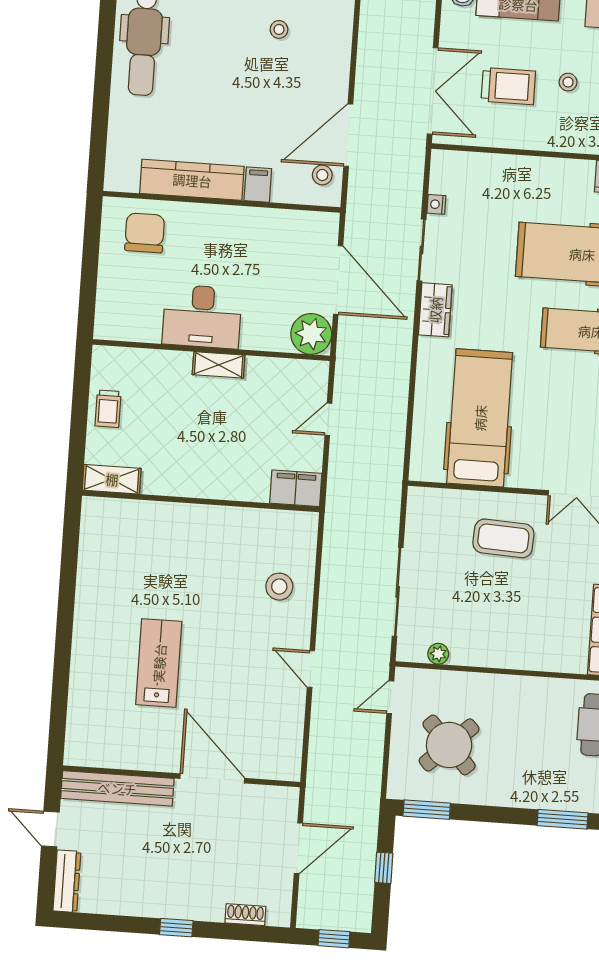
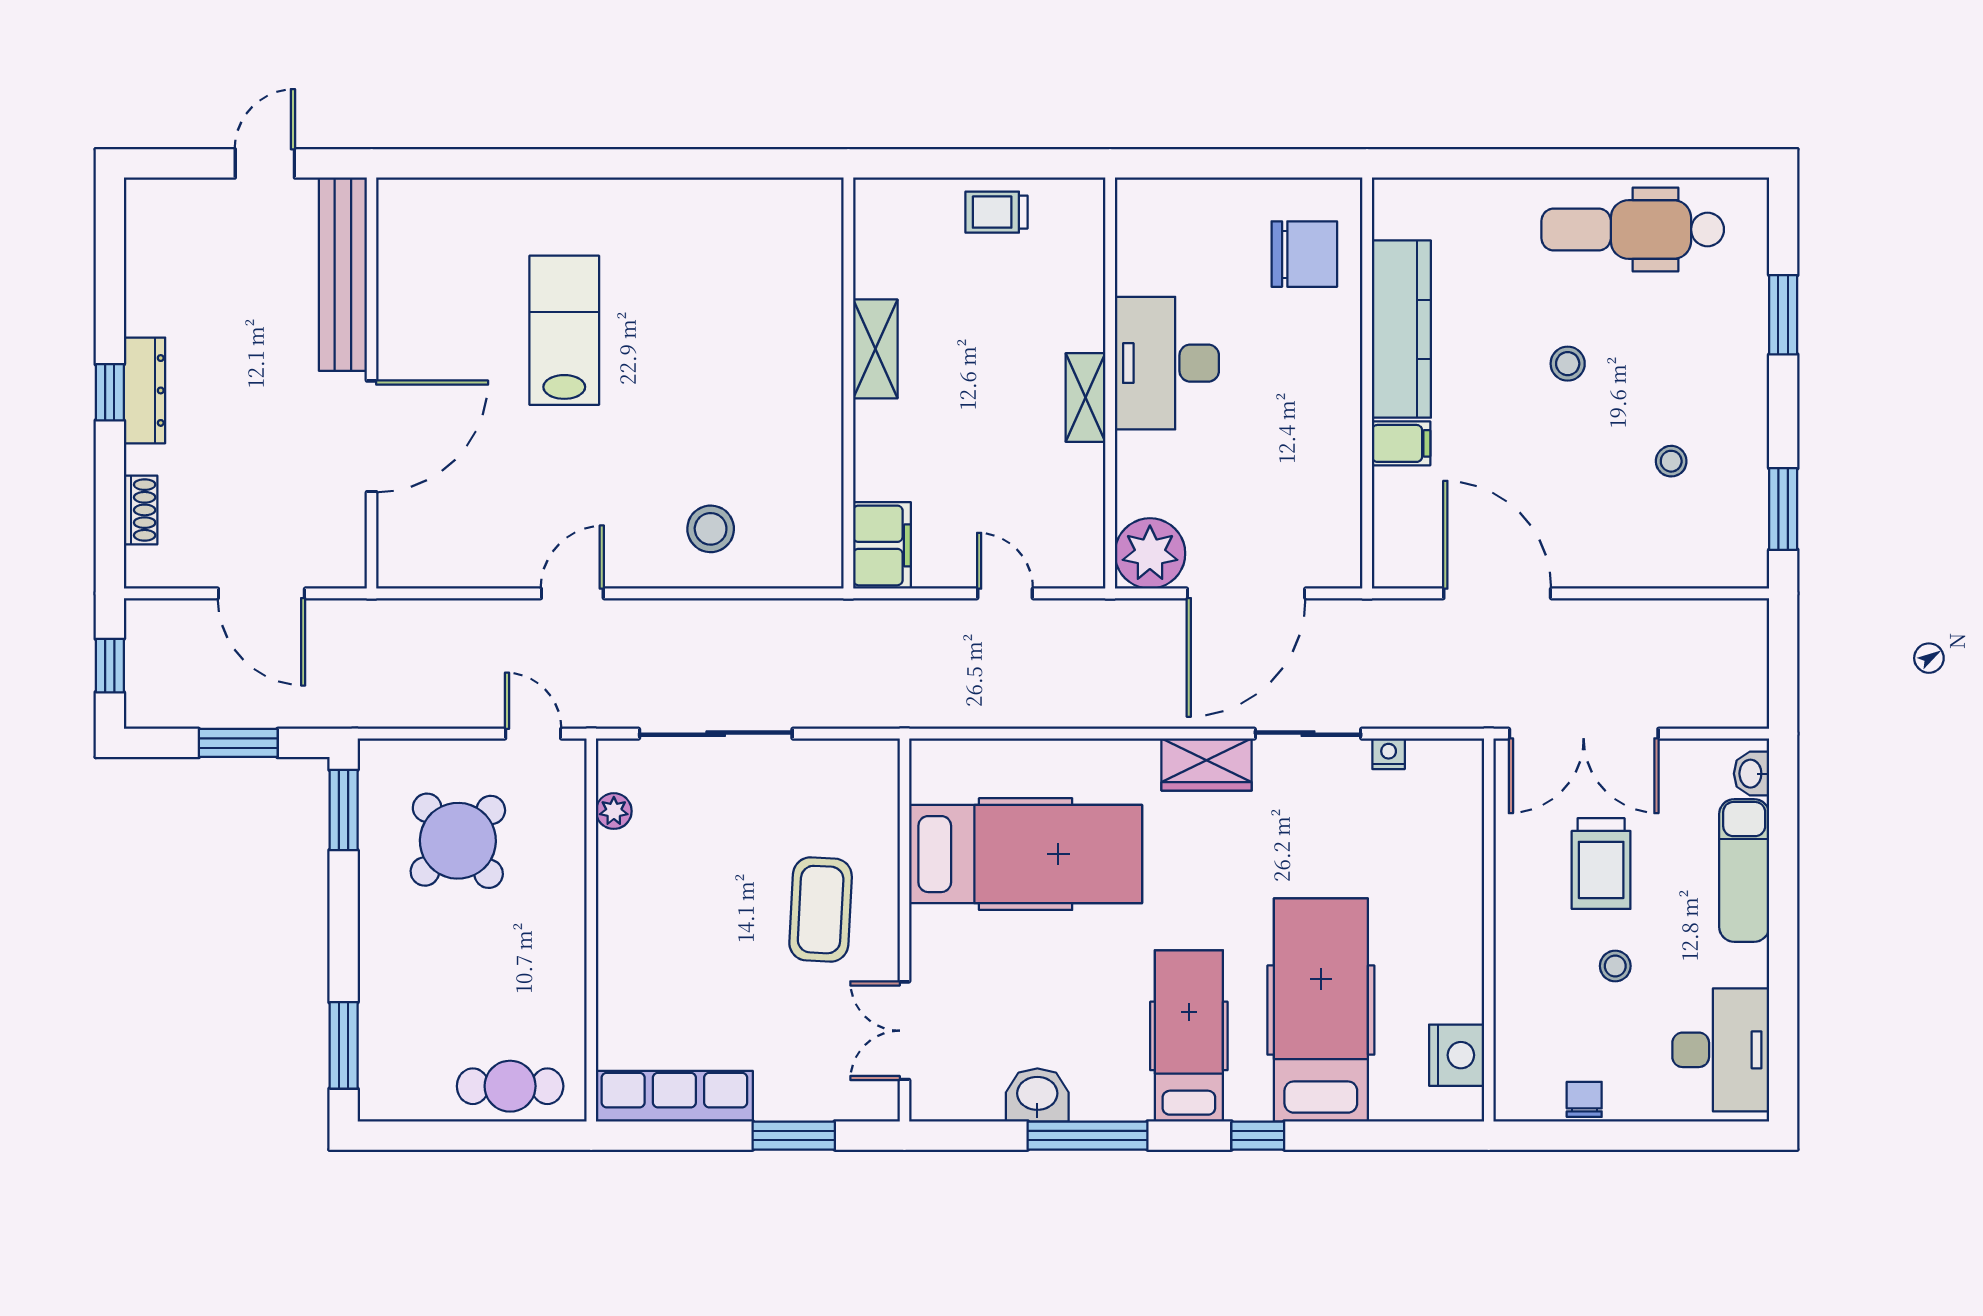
stool: (322, 175) -> (1568, 364), moved
shelving: (112, 479) -> (875, 349), moved
lab bench: (159, 663) -> (564, 330), turned -90
window: (384, 868) -> (238, 743), width x1.50
dresser: (67, 881) -> (145, 390), moved, turned -90

